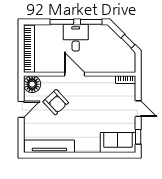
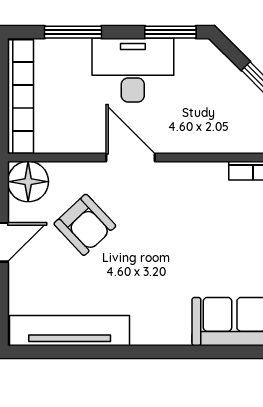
window: (62, 22) -> (73, 32), moved
desk: (76, 38) -> (133, 70), width x1.37

